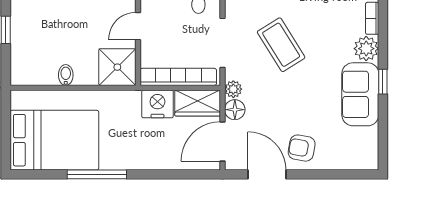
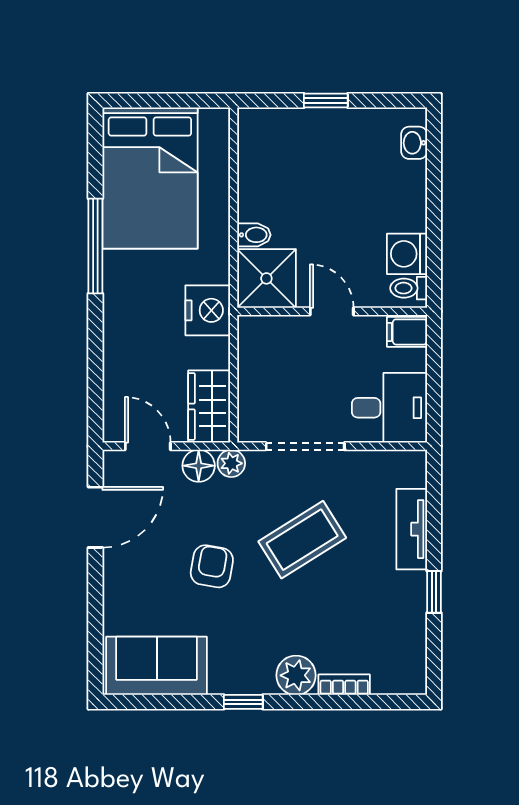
bidet: (66, 75) -> (254, 235), moved
bookcase: (178, 77) -> (251, 376), removed
sofa: (360, 94) -> (157, 666), moved
nightstand: (157, 104) -> (208, 310), moved
door: (222, 142) -> (148, 446), width x0.73
armchair: (302, 148) -> (212, 566), moved

